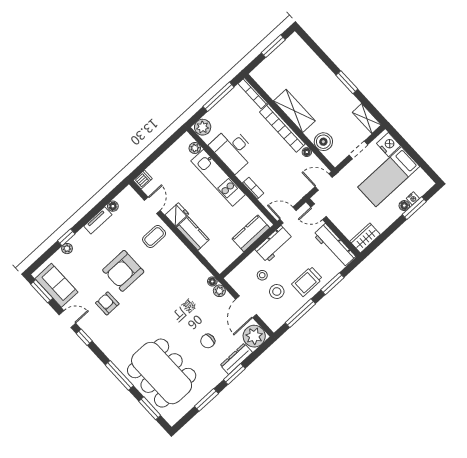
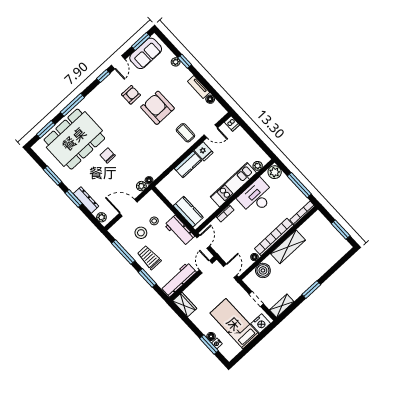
plant: (254, 336) -> (101, 217), width x0.53, depth x0.53
chair: (208, 341) -> (108, 155), moved

